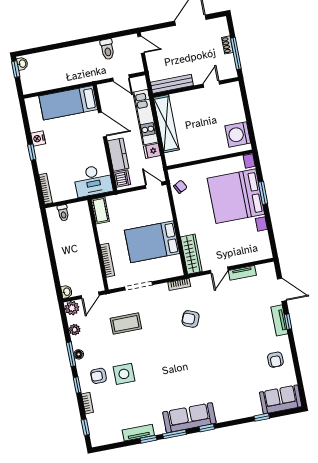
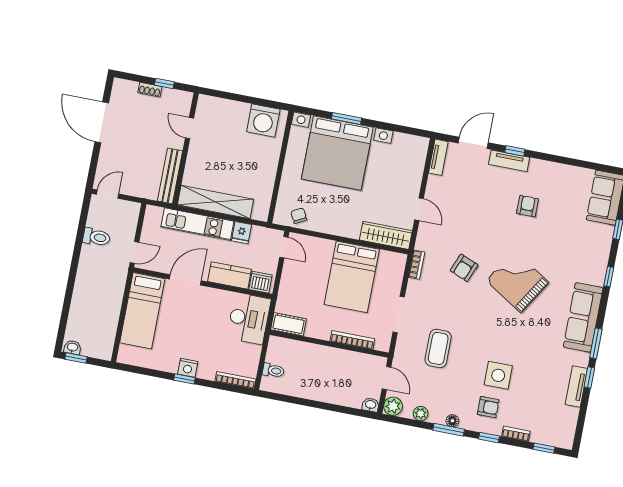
window: (236, 53) -> (164, 83), width x0.46
door: (121, 78) -> (135, 252), moved
nightstand: (38, 138) -> (188, 368), moved
door: (154, 185) -> (284, 247), swing flipped
tv unit: (242, 273) -> (438, 157), moved
armchair: (275, 360) -> (527, 206), moved, turned -90
grand piano: (196, 361) -> (517, 282), added
armchair: (99, 376) -> (488, 407), turned -90
window: (207, 428) -> (609, 277), moved

